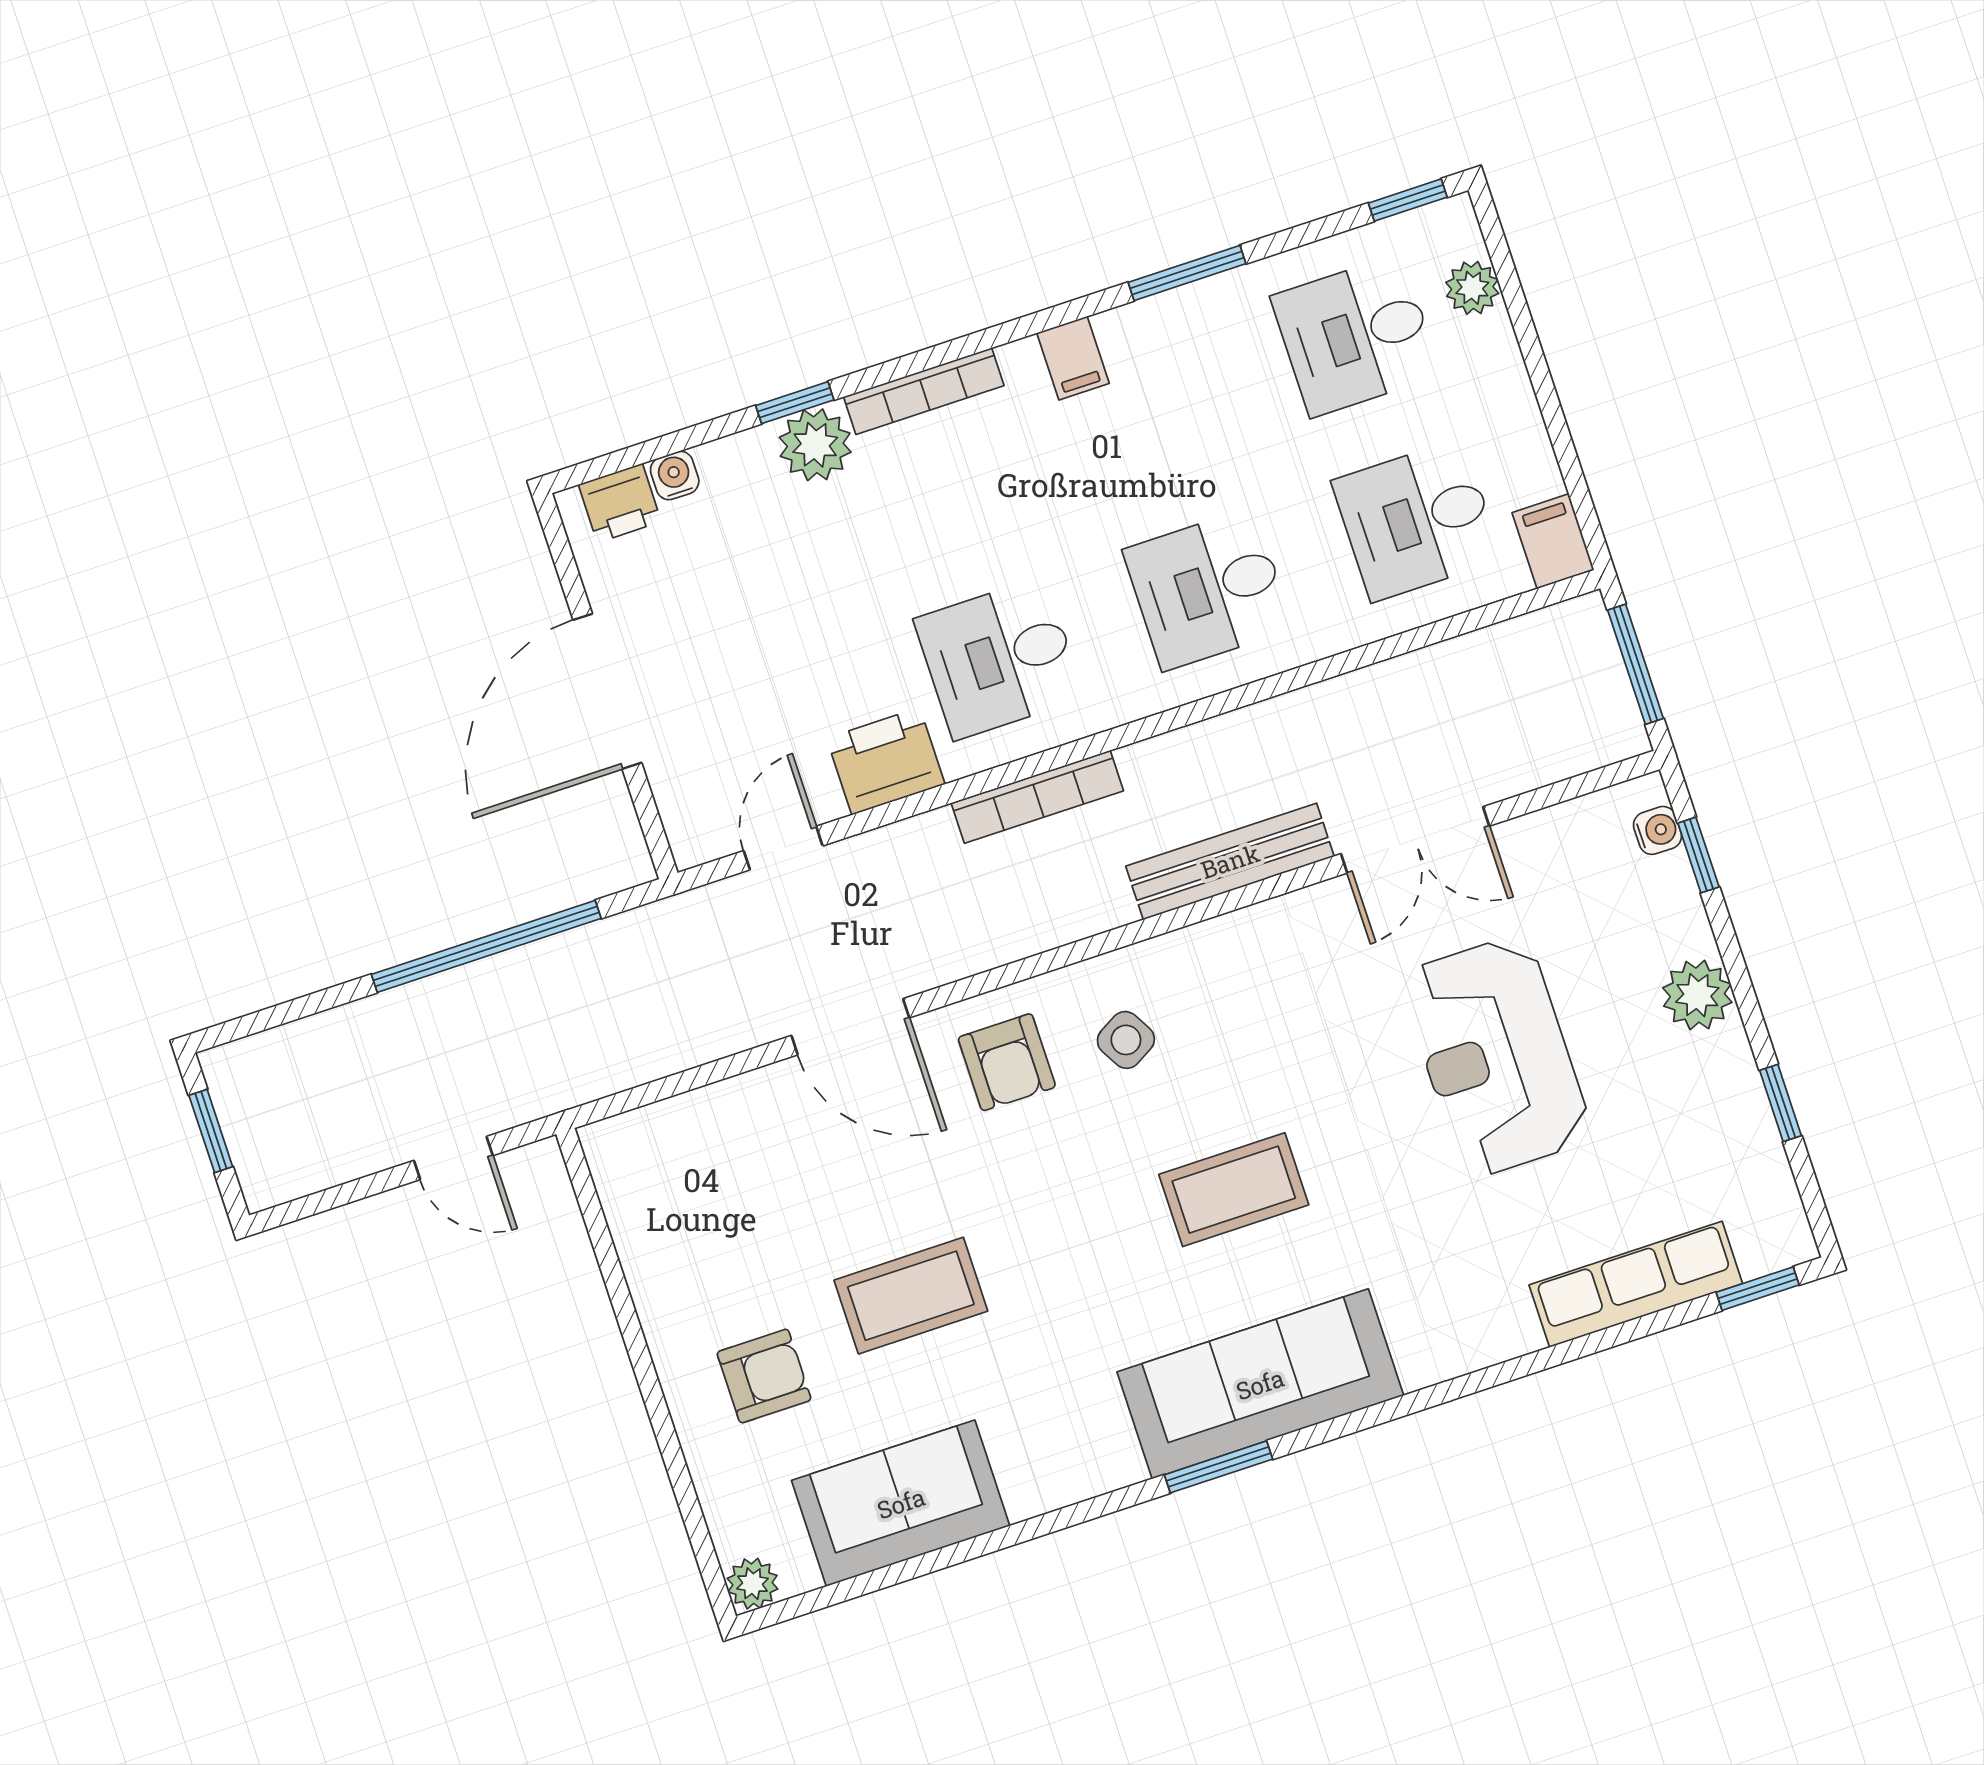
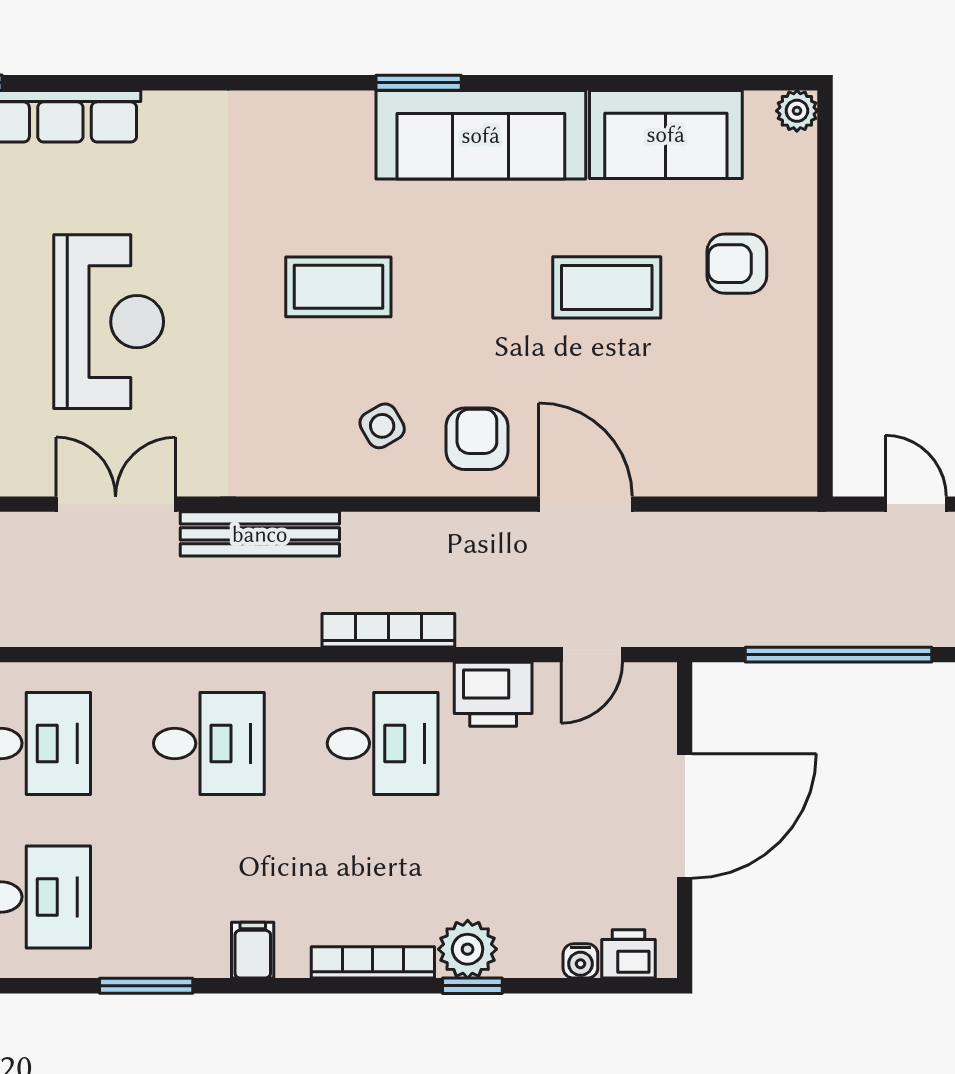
sofa: (1260, 1384) -> (481, 135), moved

